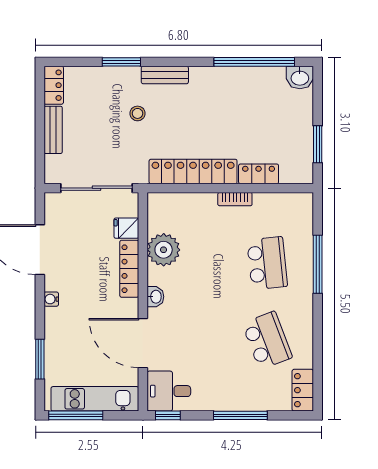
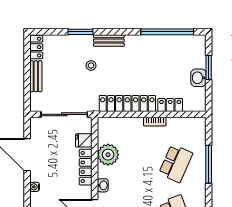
washbasin: (300, 78) -> (198, 78), moved, turned 90
window: (318, 144) -> (209, 68), moved
school desk: (267, 263) -> (176, 163), turned 30

